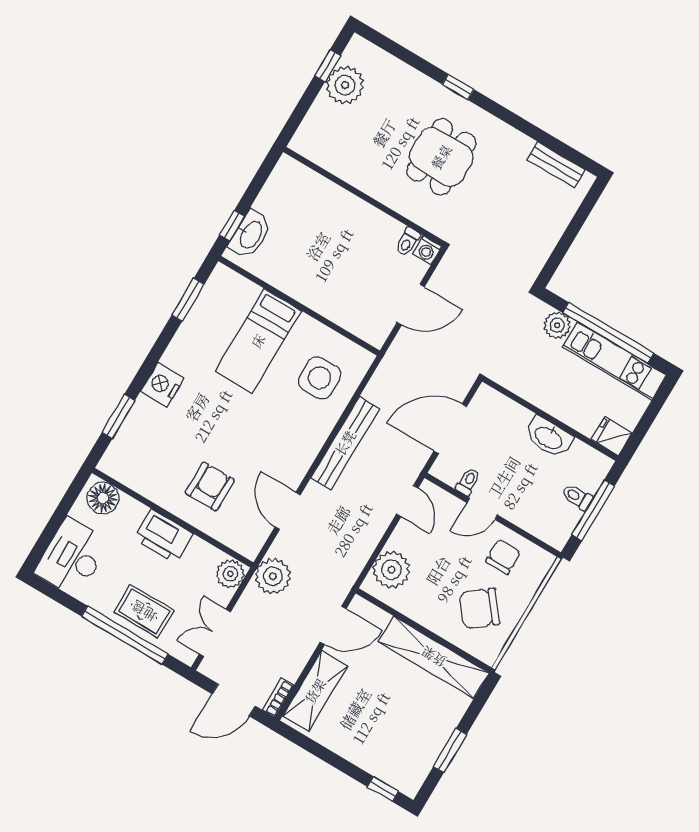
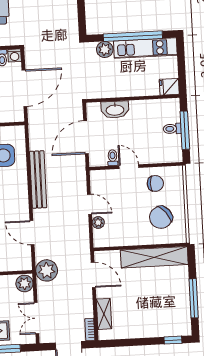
door: (411, 304) -> (24, 88), width x1.36
washbasin: (549, 437) -> (115, 110), moved
door: (407, 501) -> (90, 204), moved
door: (482, 509) -> (129, 167), swing flipped
chair: (503, 557) -> (155, 183), turned 90
plant: (391, 570) -> (98, 223), width x0.53, depth x0.53
door: (333, 625) -> (93, 275), hinge flipped
shelving: (315, 691) -> (104, 314), width x0.67, depth x0.75
window: (450, 750) -> (194, 298), width x1.44

